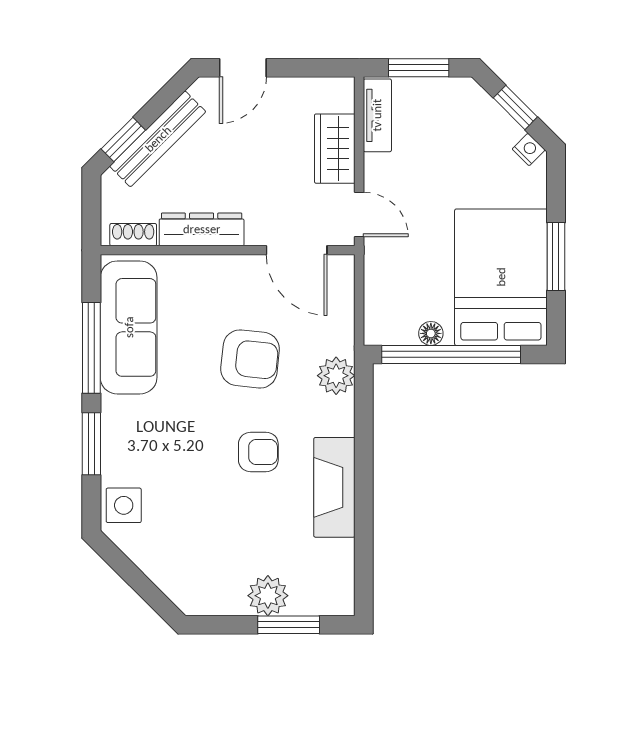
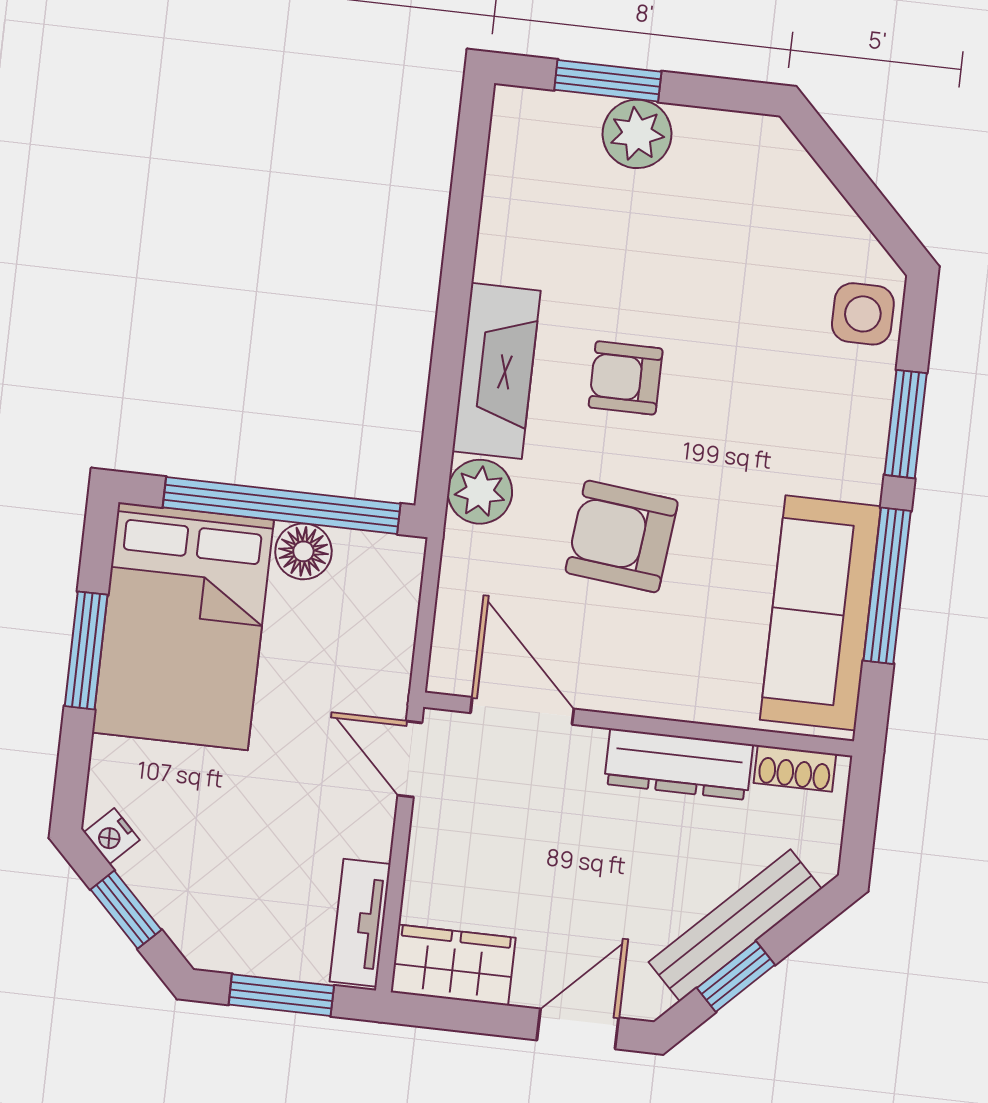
window: (123, 140) -> (736, 976), moved
wardrobe: (335, 149) -> (453, 965), moved, turned -90
floor lamp: (431, 333) -> (303, 551), width x1.37, depth x1.37
fireplace: (334, 487) -> (496, 371), moved

